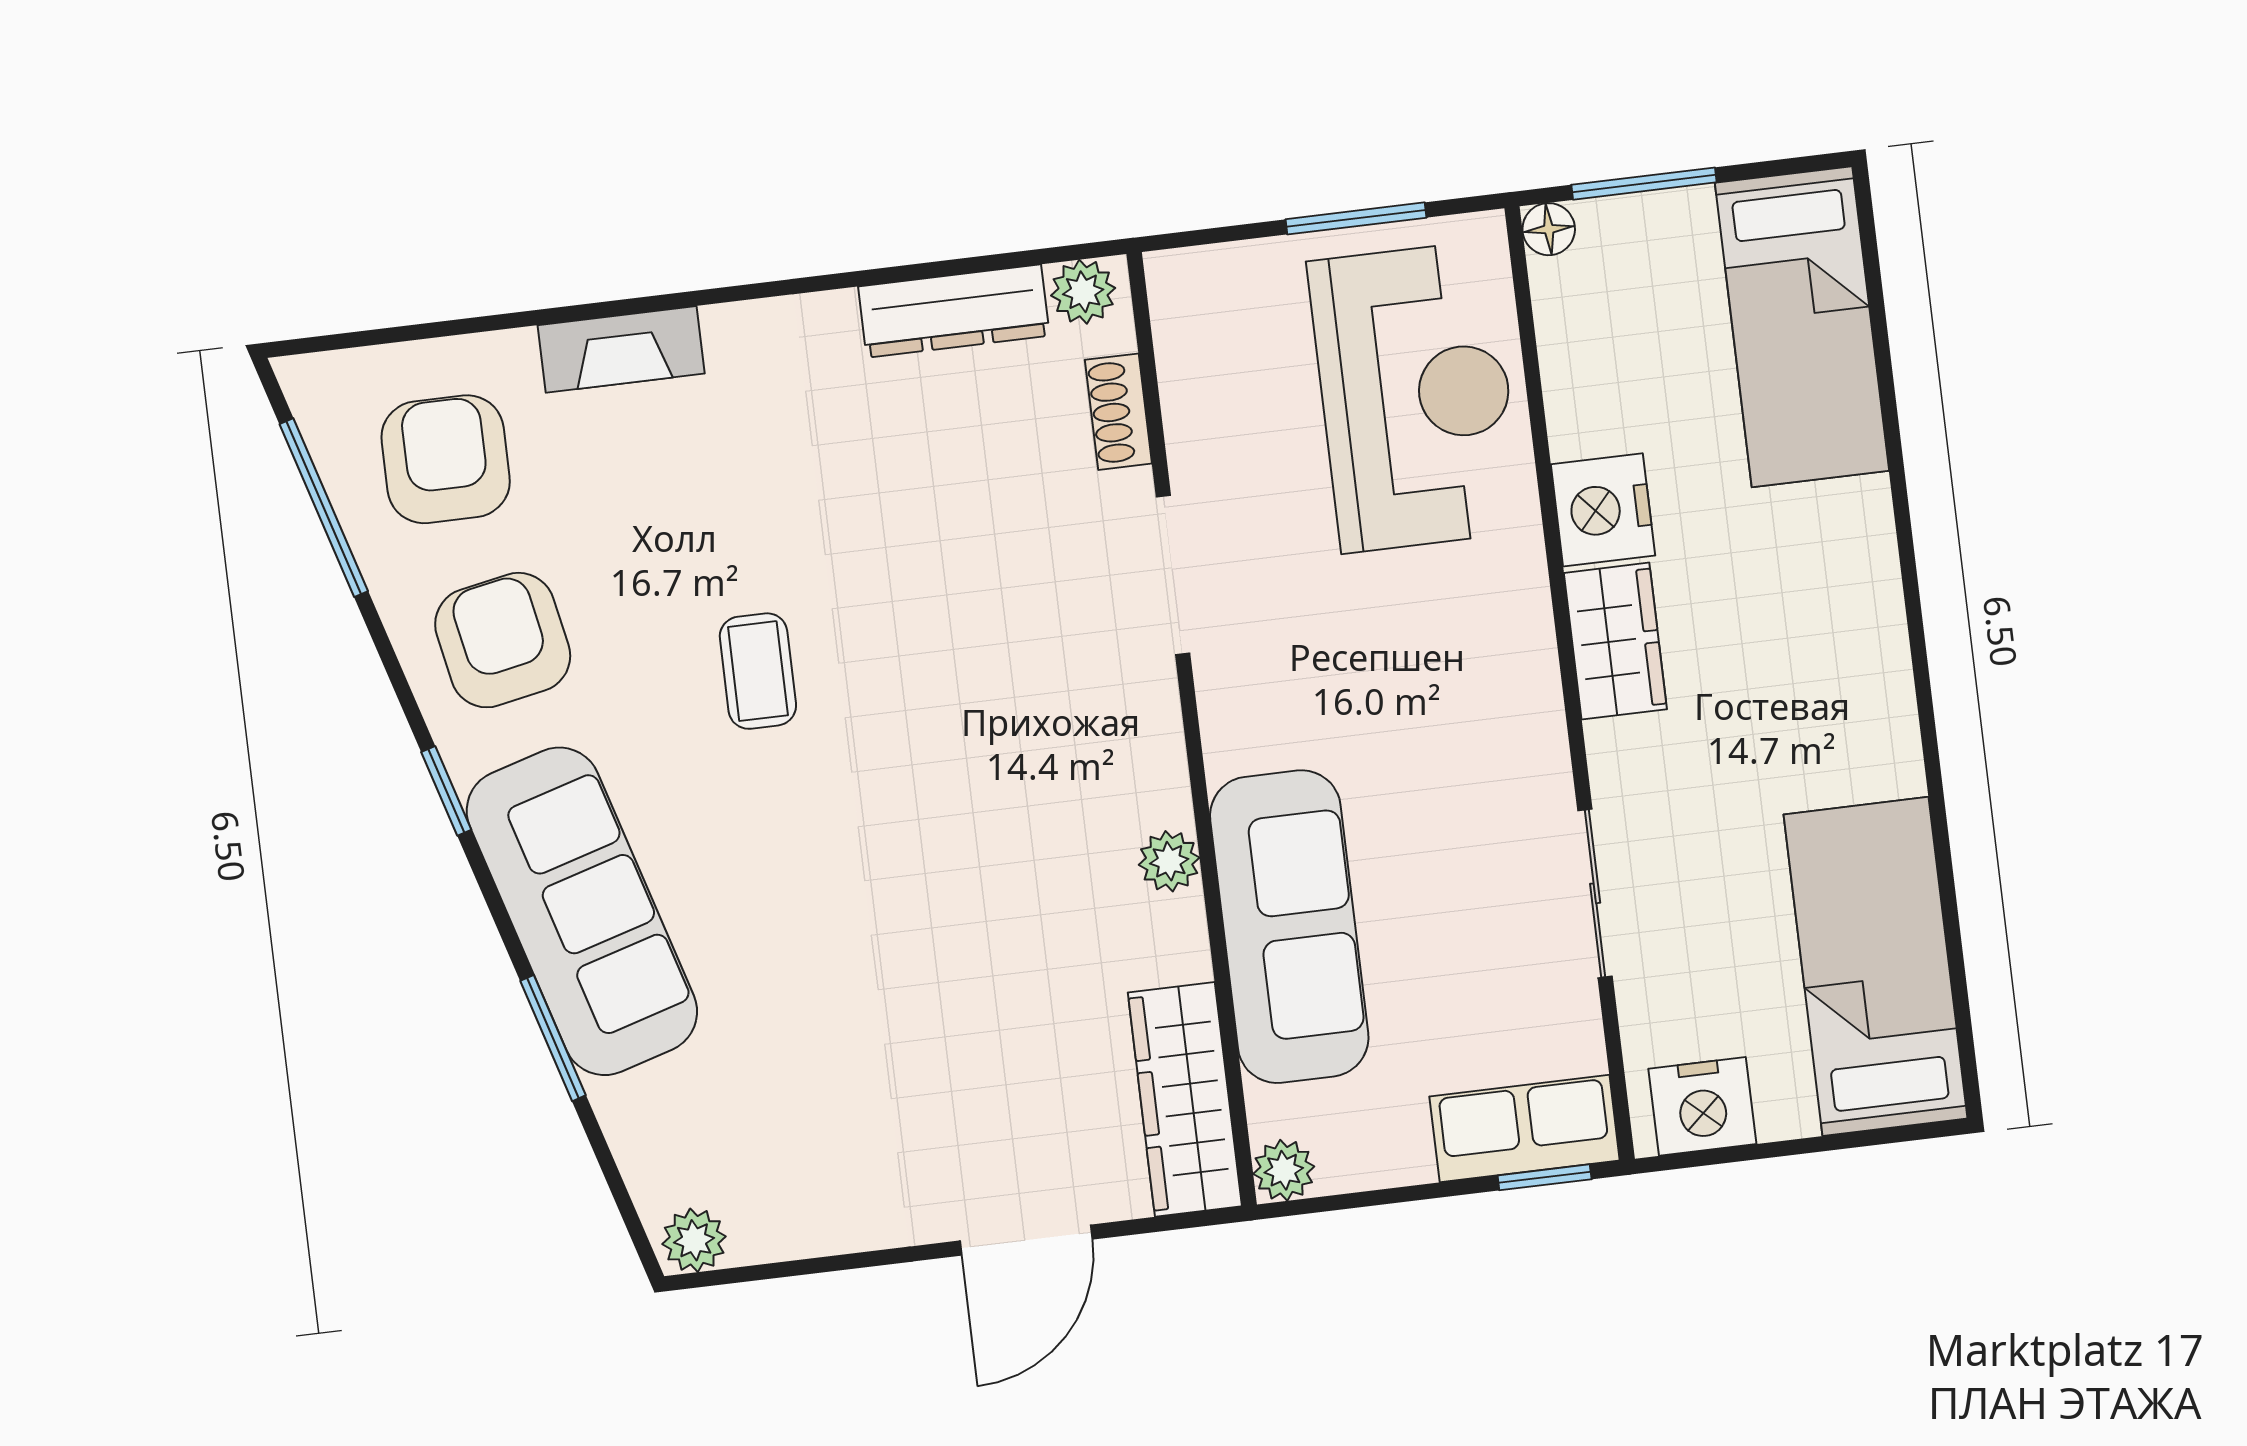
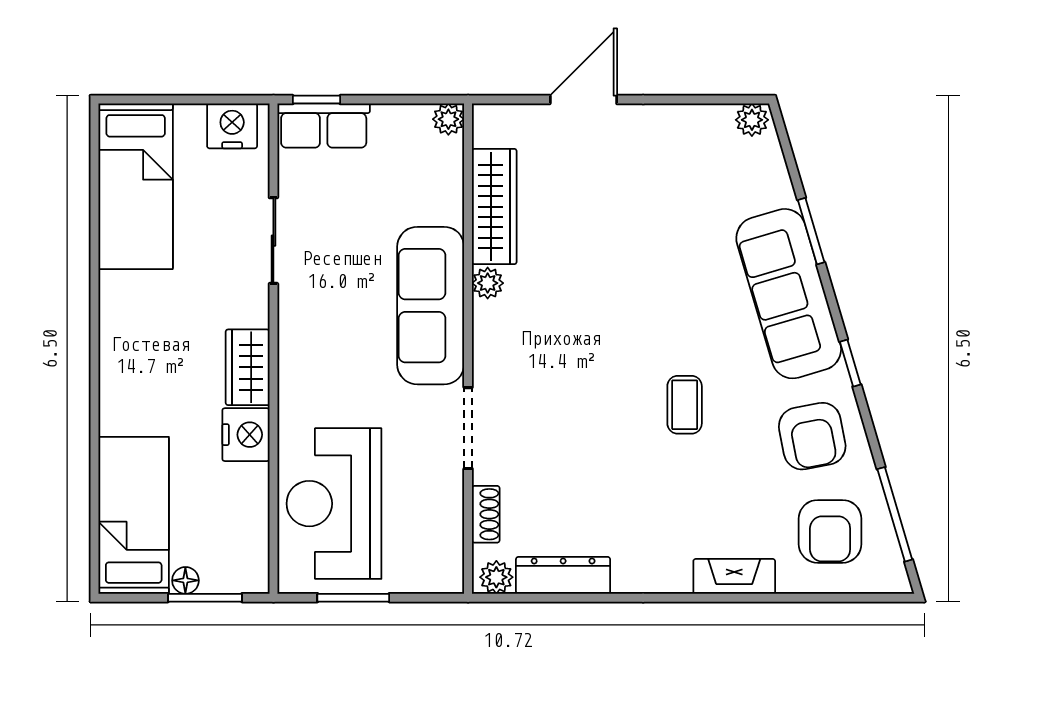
floor lamp: (1549, 229) -> (185, 580), moved
sofa: (1289, 927) -> (431, 306), moved
wardrobe: (1185, 1099) -> (494, 207), moved

